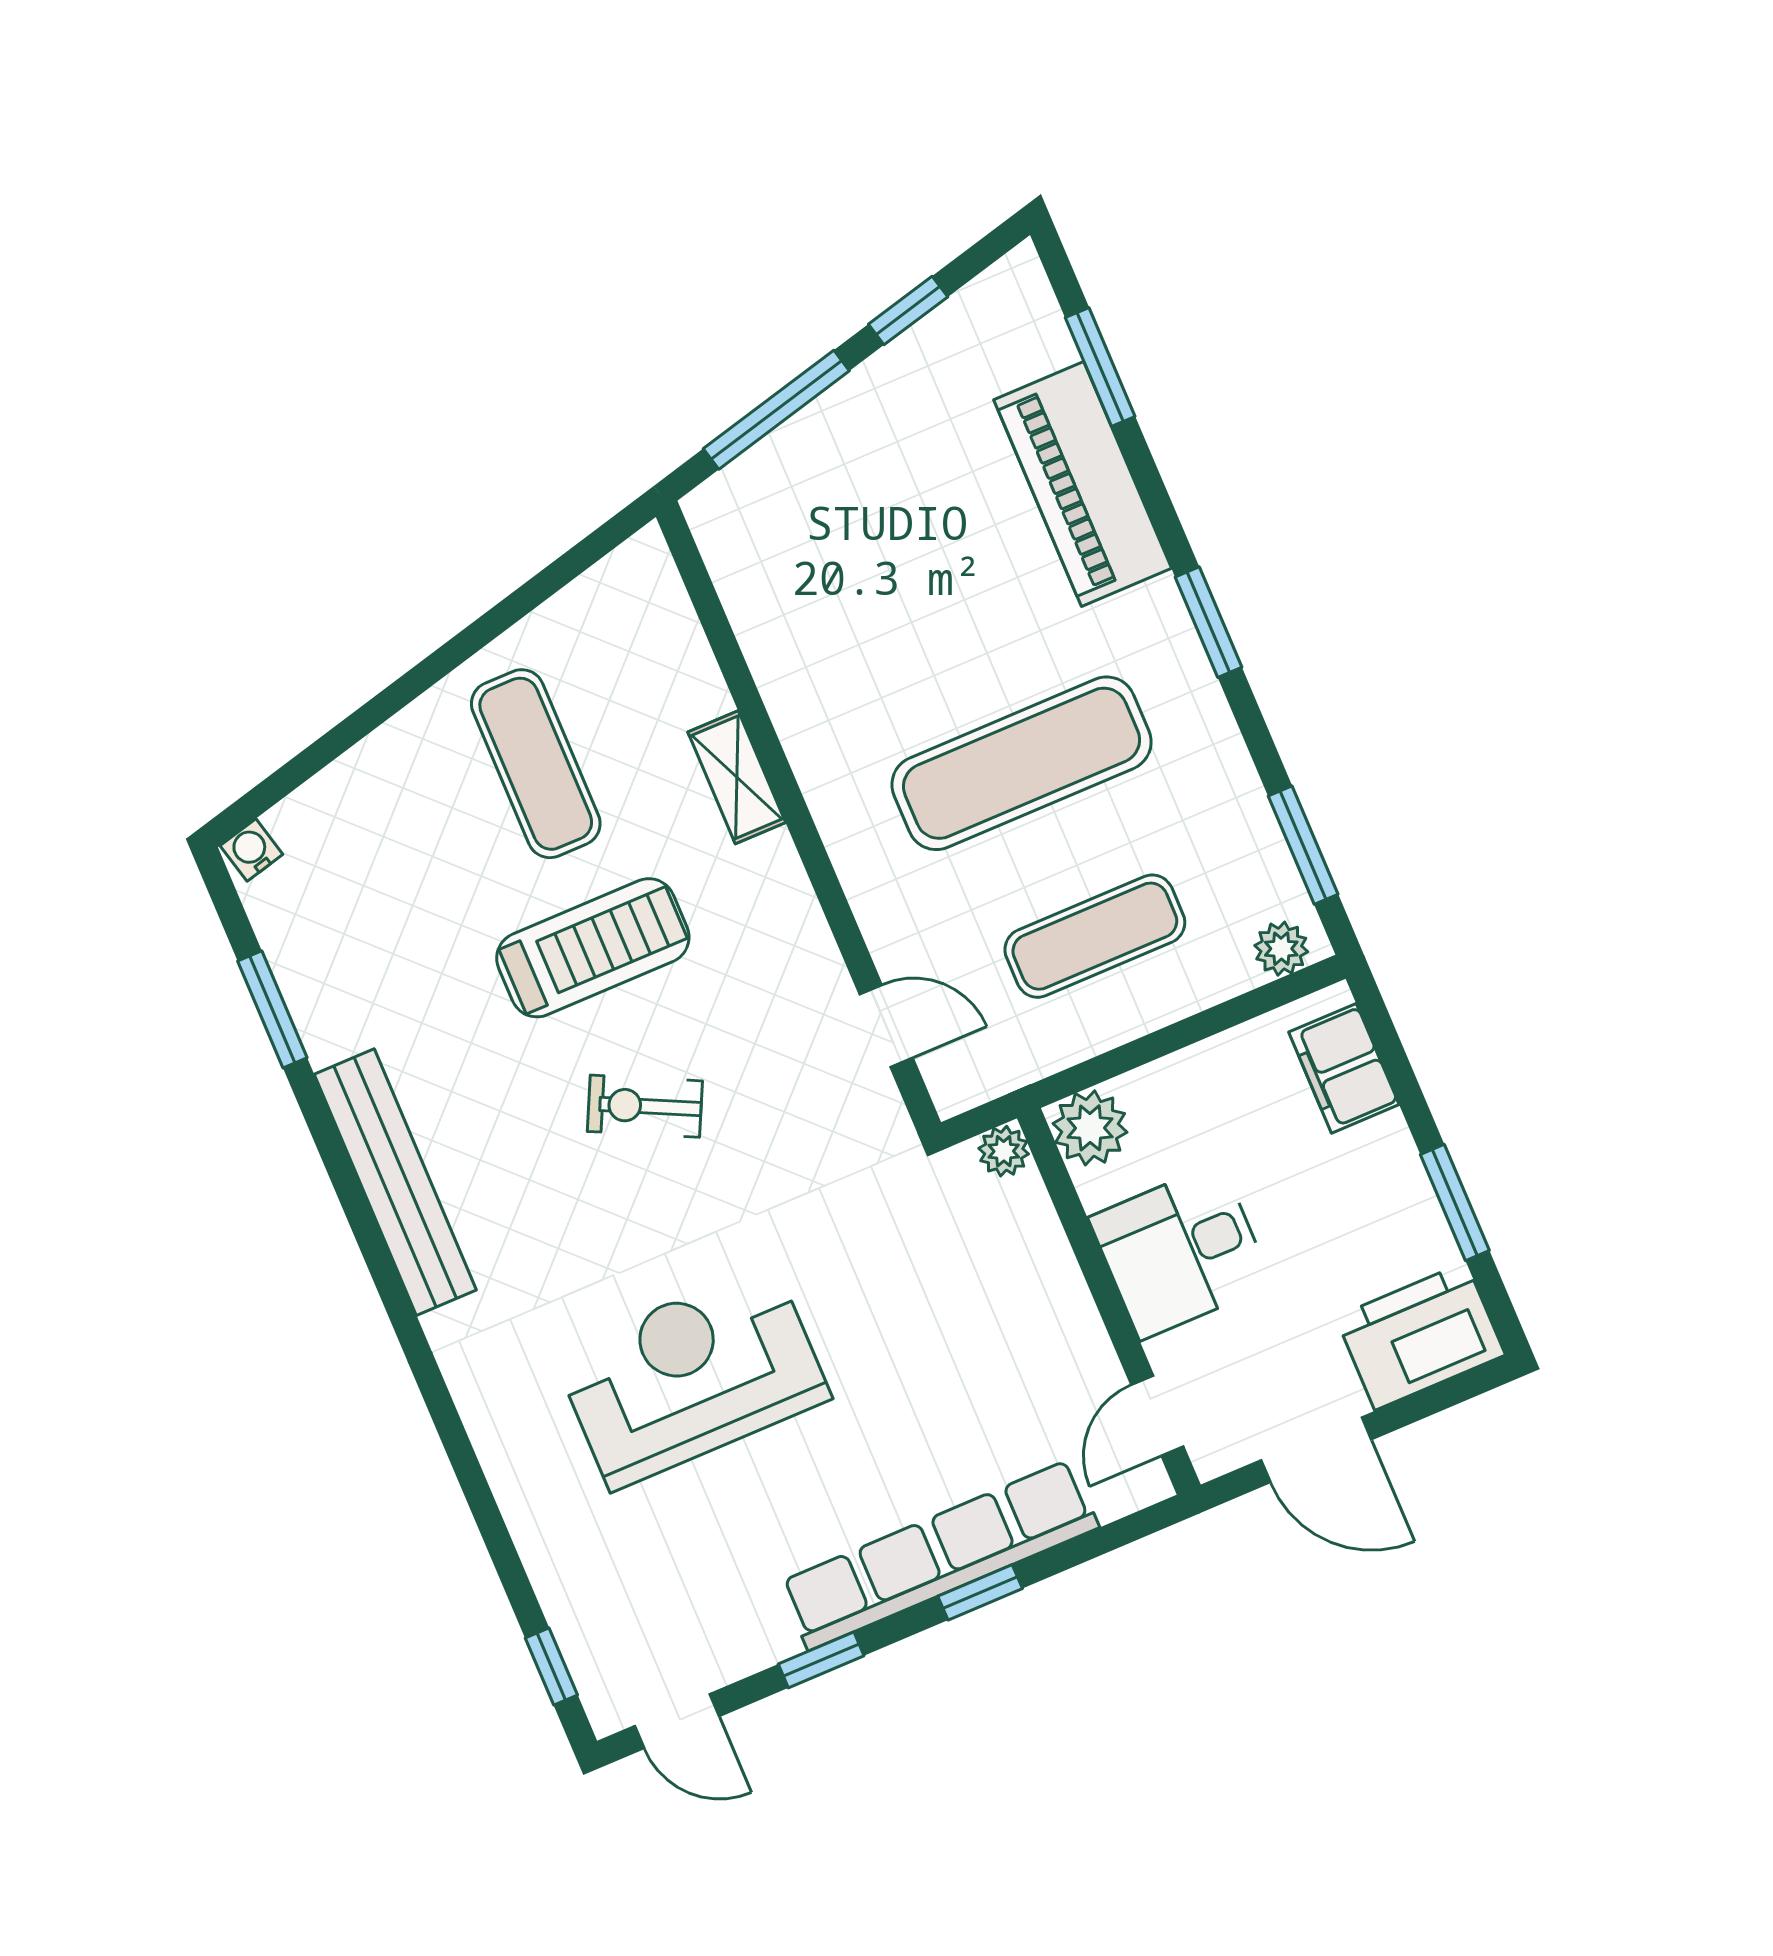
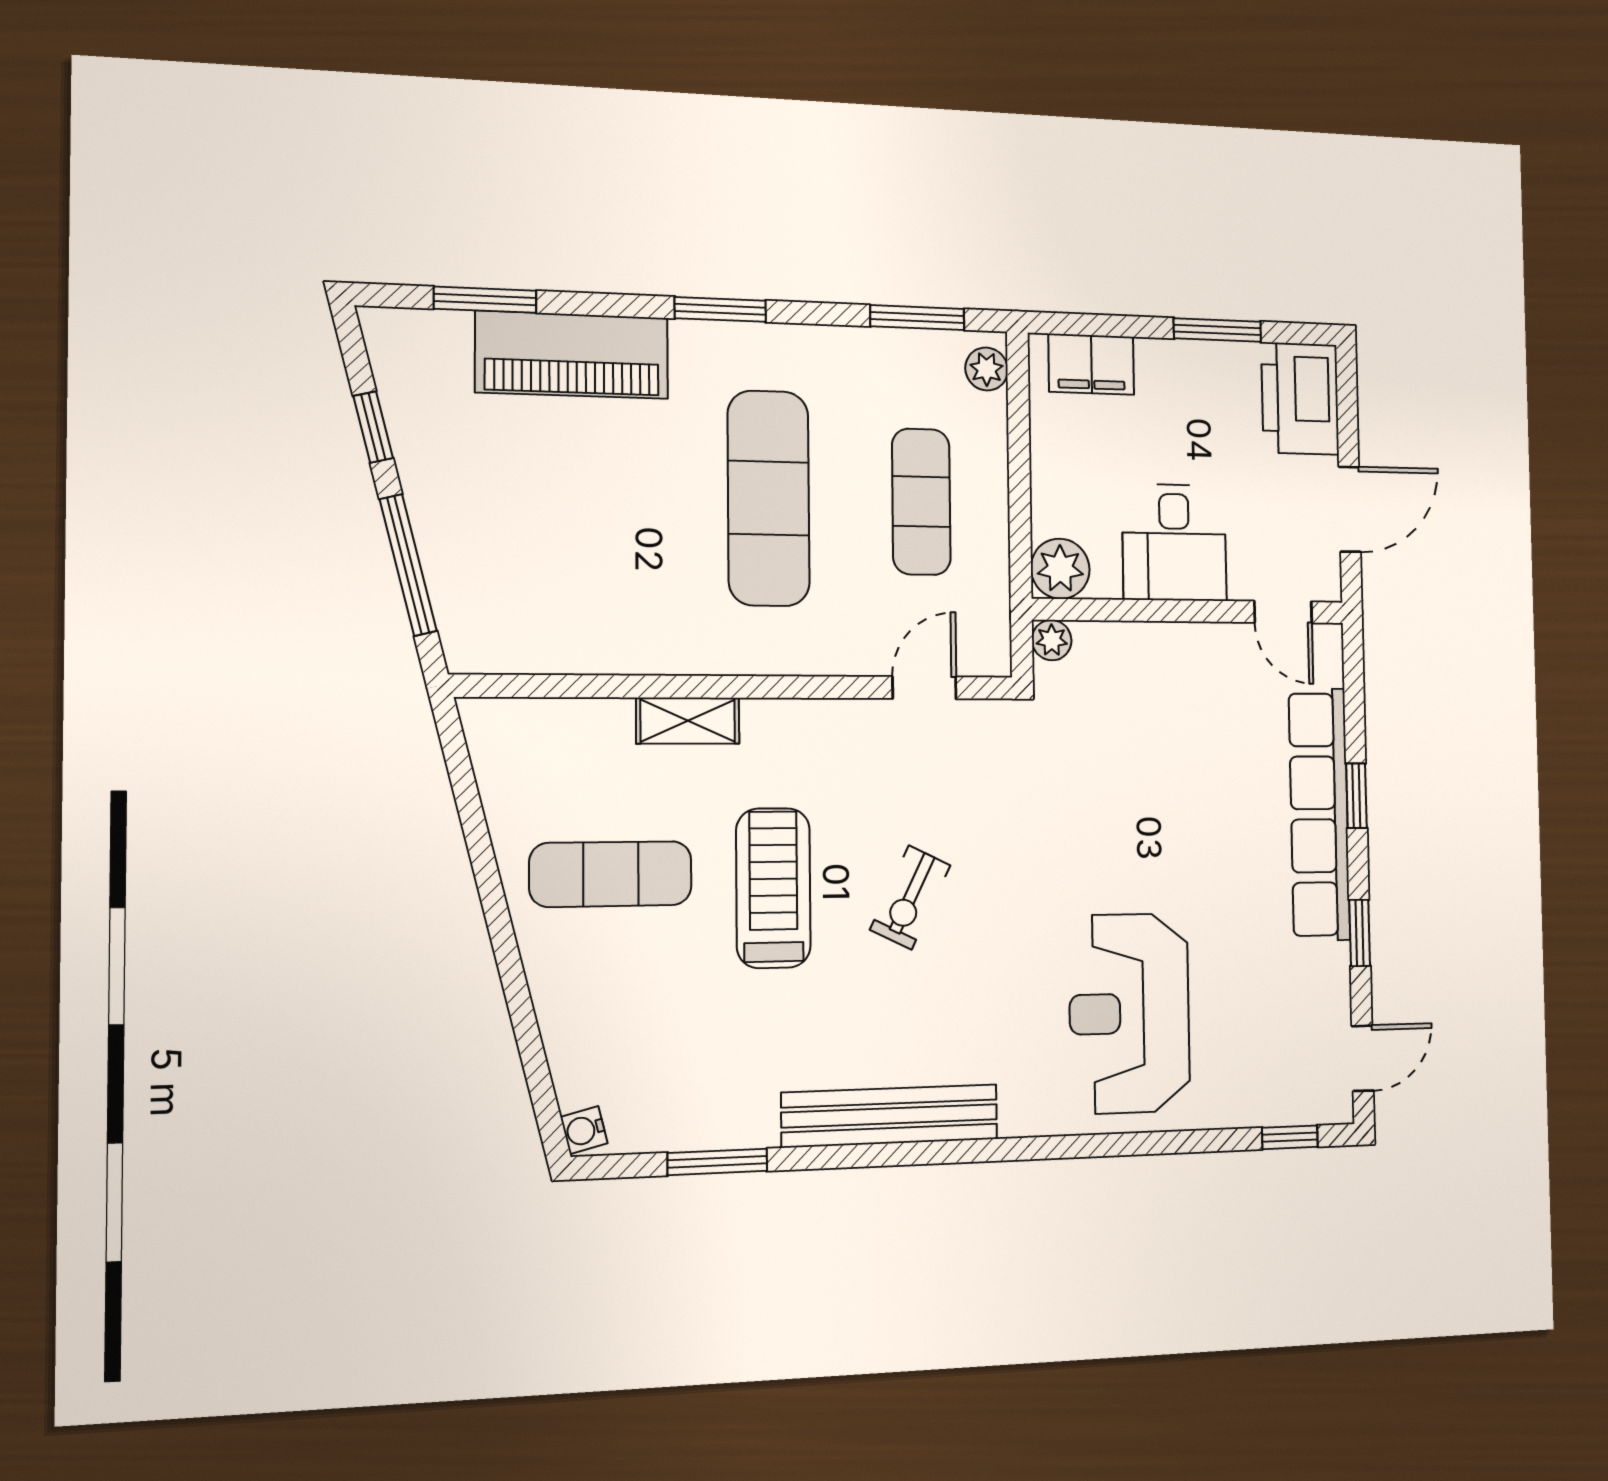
reception desk: (692, 1376) -> (1129, 1013), moved

